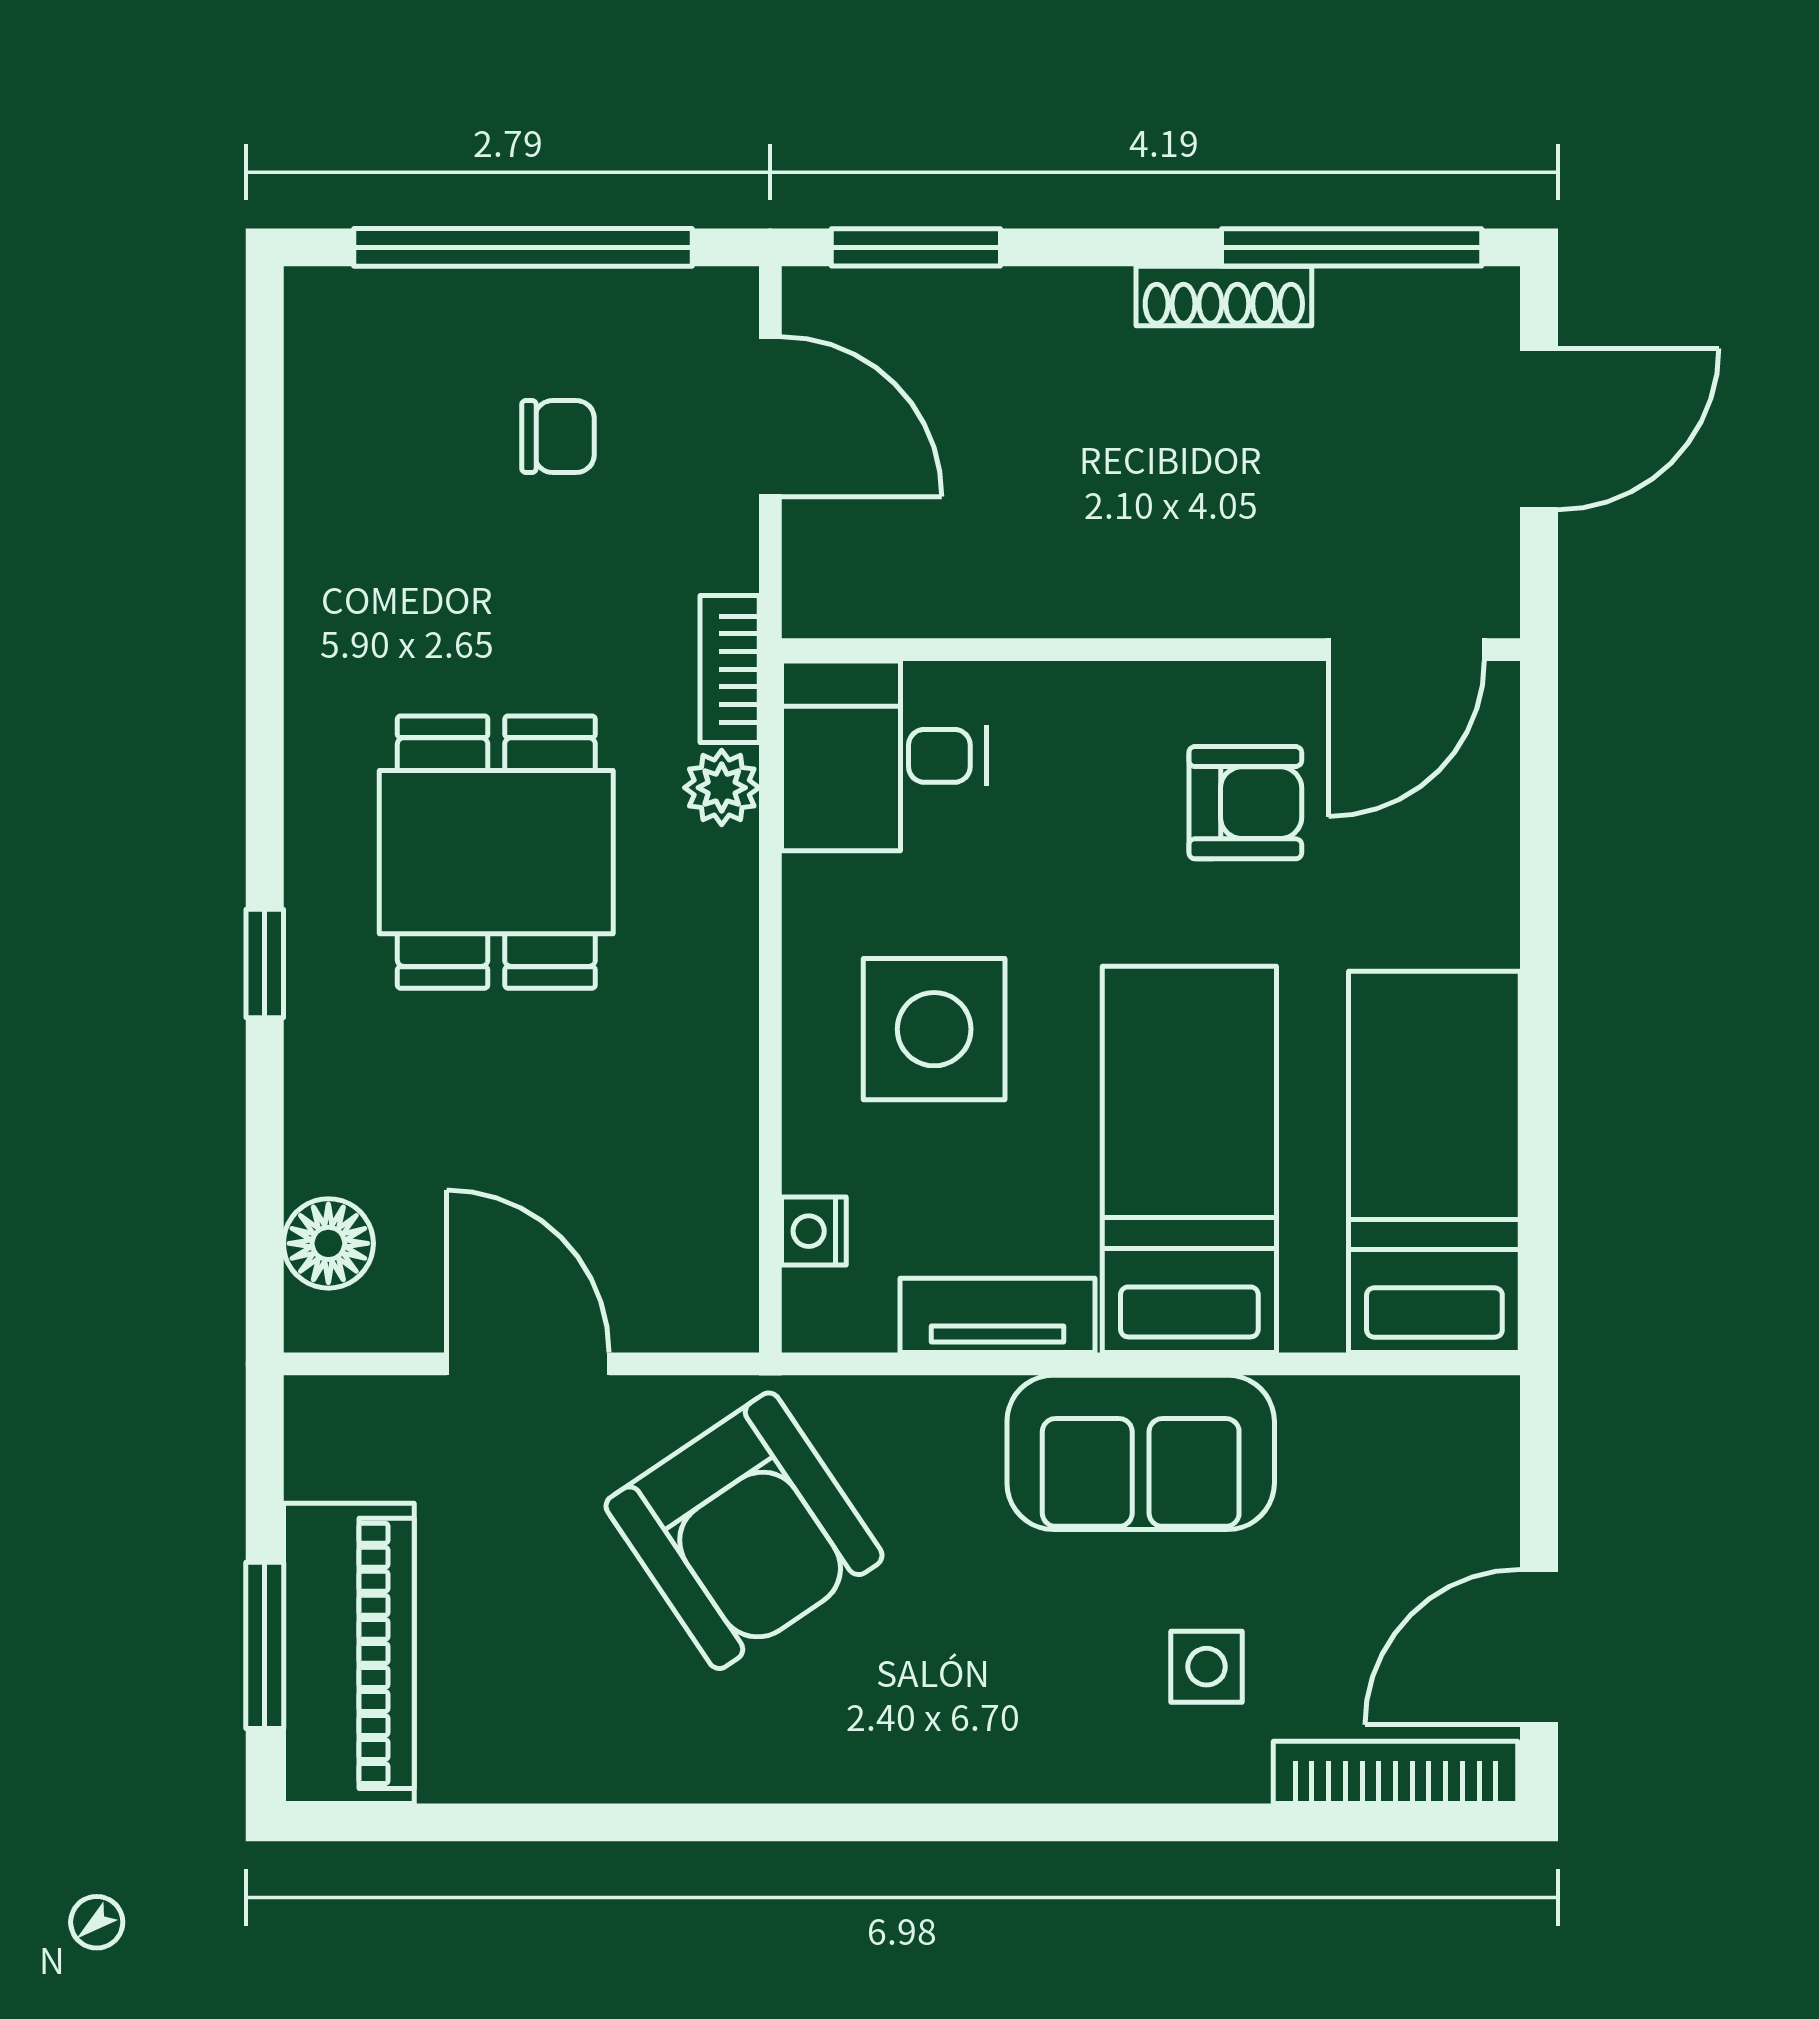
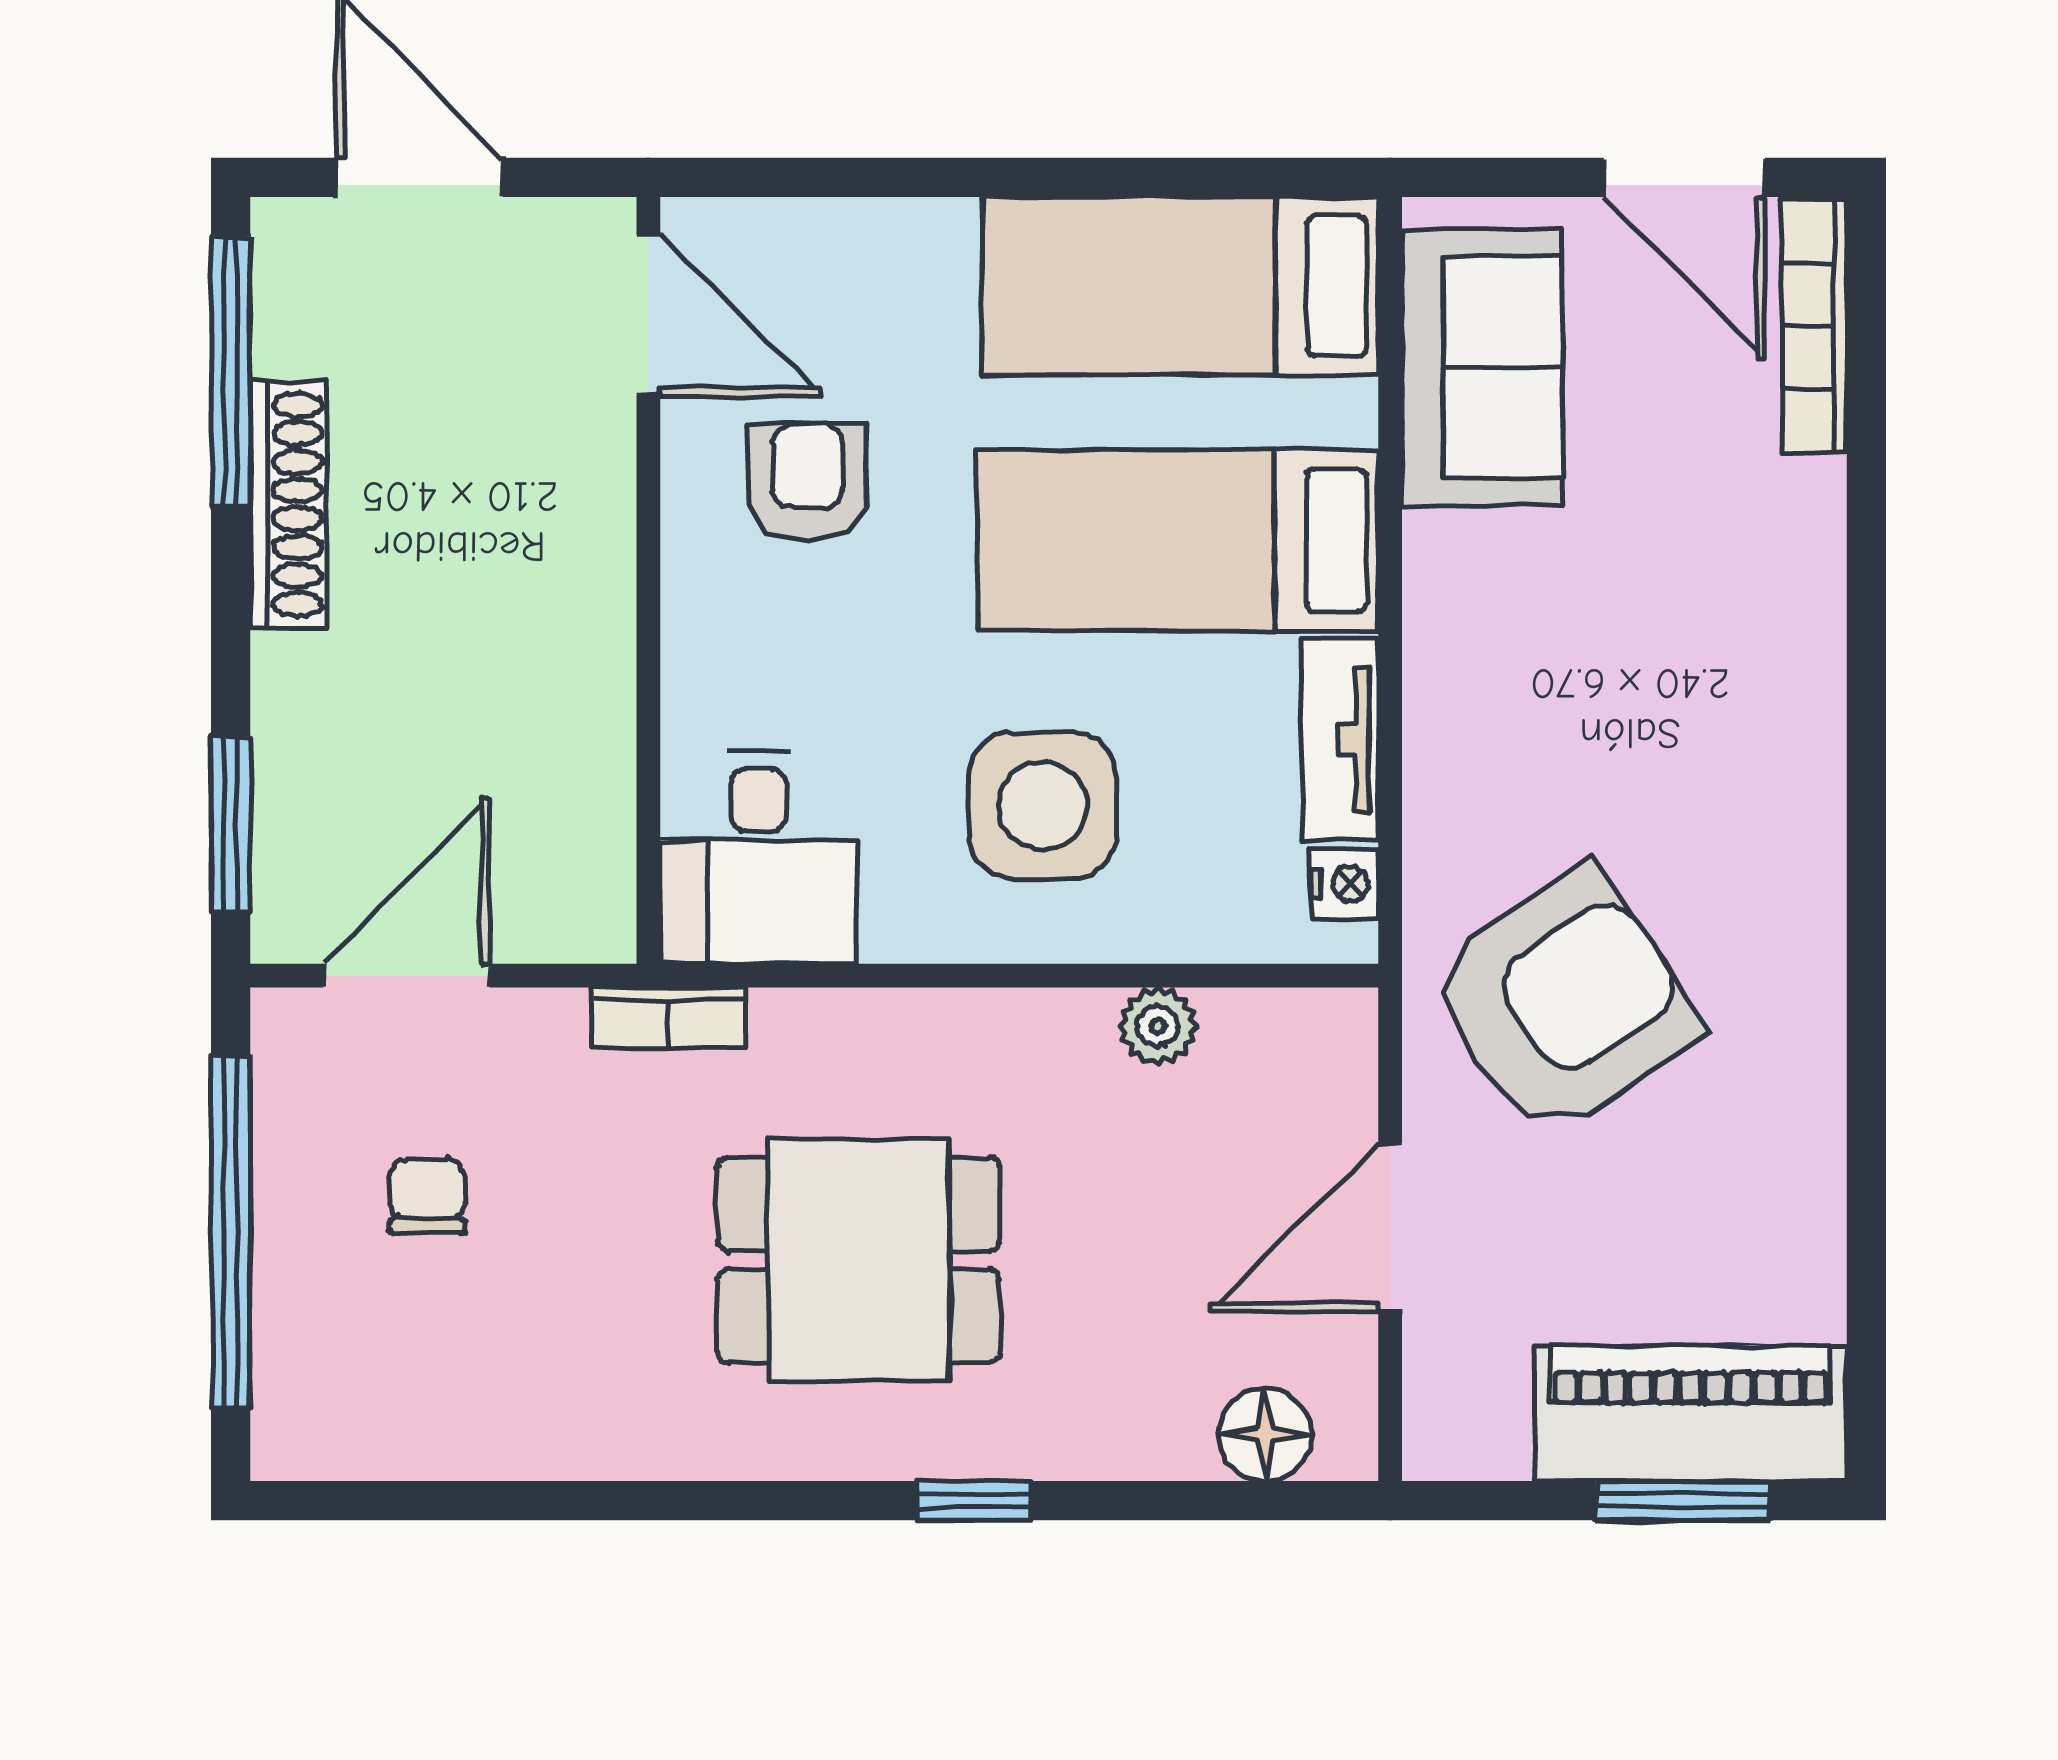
shoe rack: (1224, 296) -> (288, 505), width x1.36, depth x1.24
plant: (722, 788) -> (1158, 1026), moved
nightstand: (814, 1231) -> (1345, 884), moved, turned -90
sofa: (1141, 1452) -> (1482, 367), moved
side table: (1207, 1667) -> (1705, 523), removed

